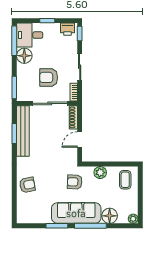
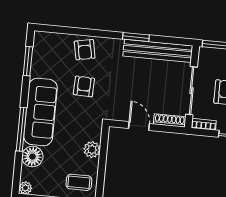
window: (14, 134) -> (136, 37), moved
armchair: (75, 182) -> (84, 86), moved
window: (57, 226) -> (28, 61), moved

